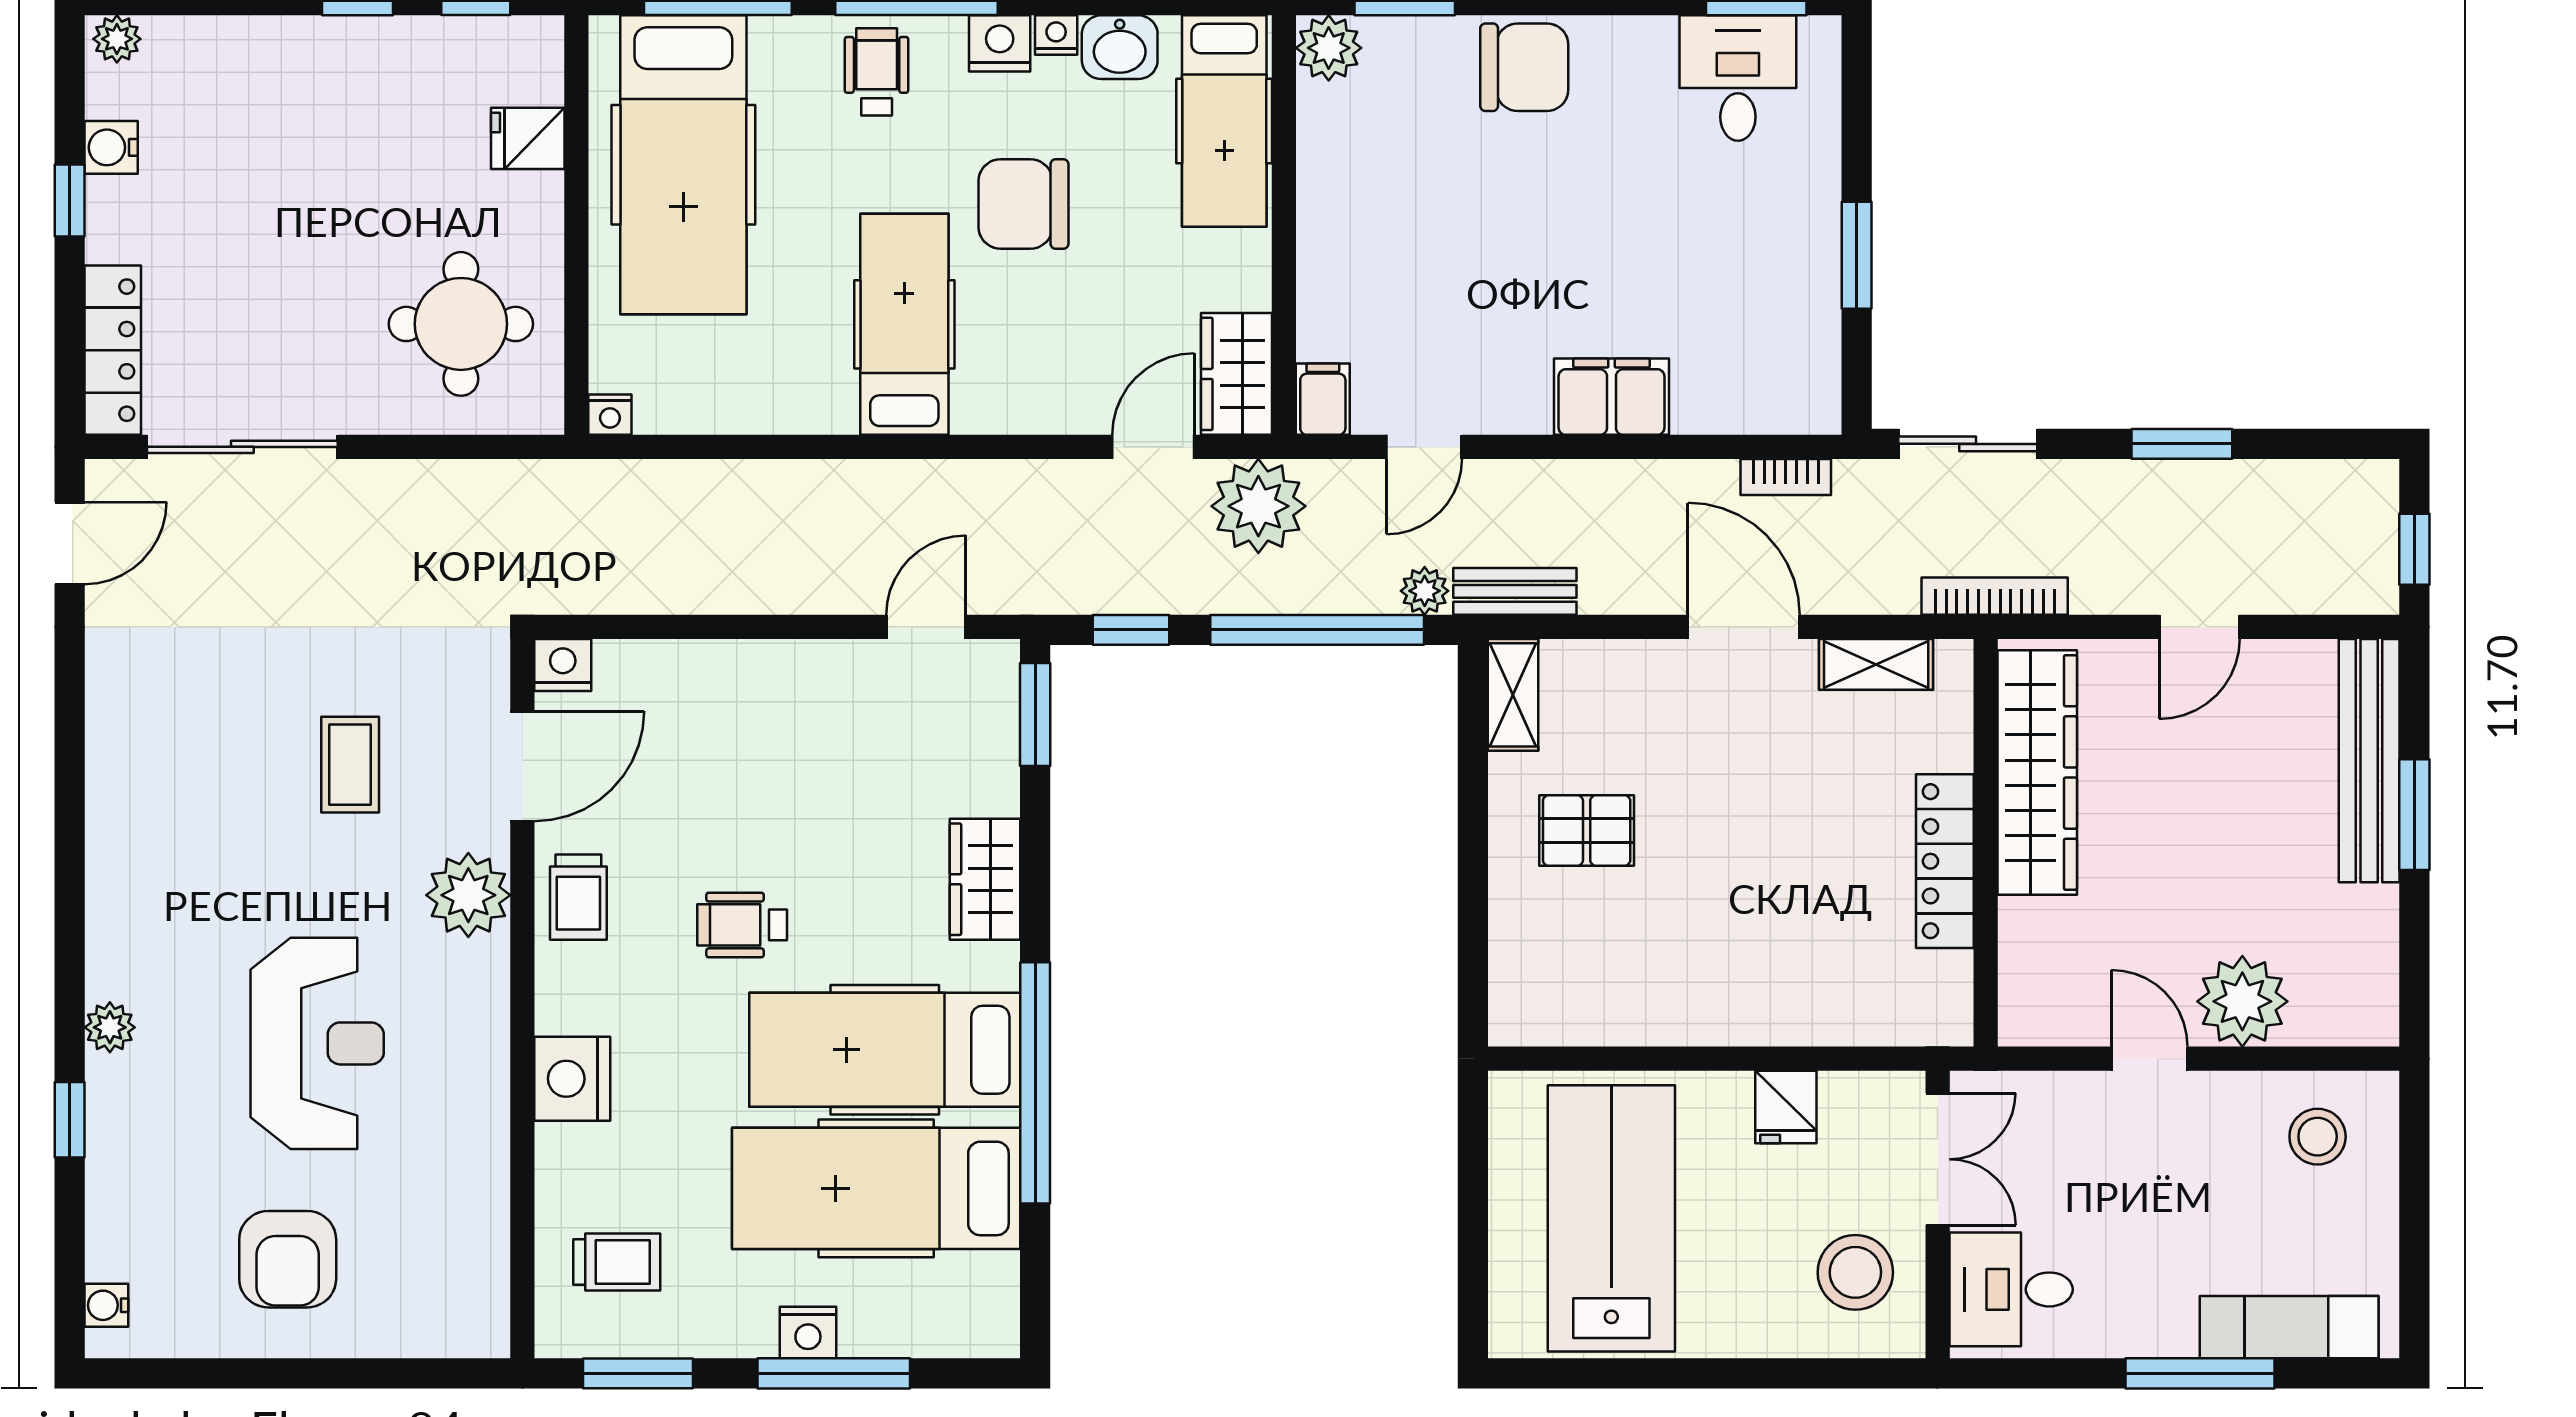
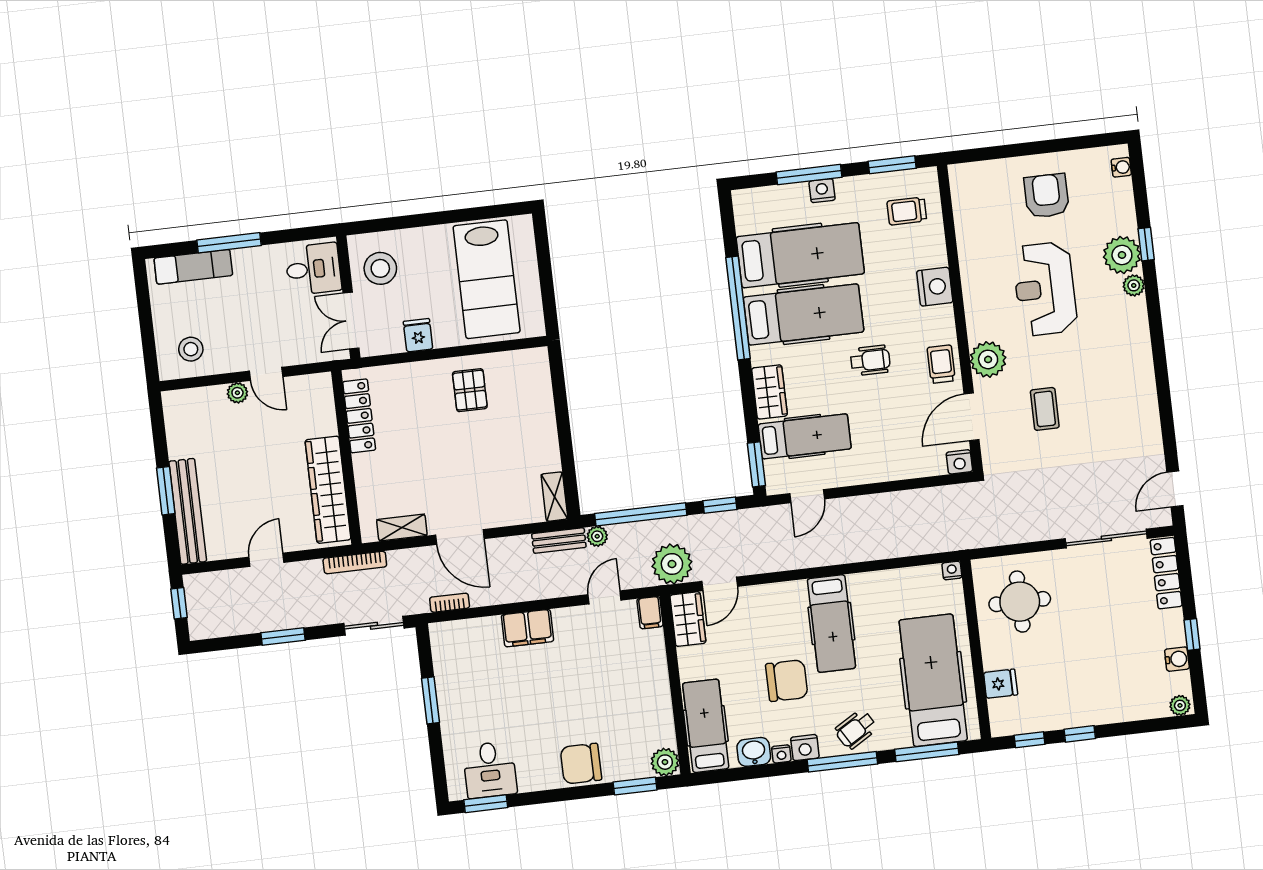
wheelchair: (877, 72) -> (856, 729), turned 59
hospital bed: (915, 766) -> (805, 436), added
pallet: (1587, 830) -> (470, 390), moved, turned 90
locker: (1945, 861) -> (359, 416), moved
plant: (2242, 1001) -> (237, 393), width x0.53, depth x0.53
plant: (129, 1101) -> (1122, 255), added

